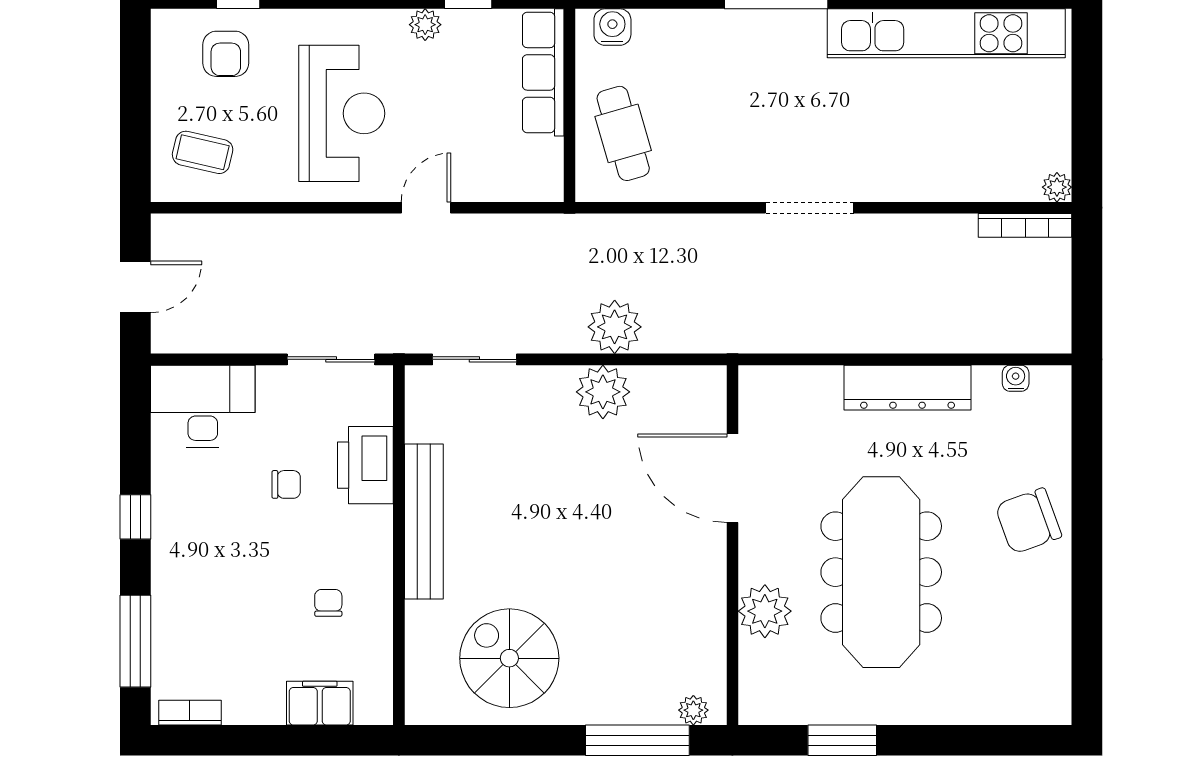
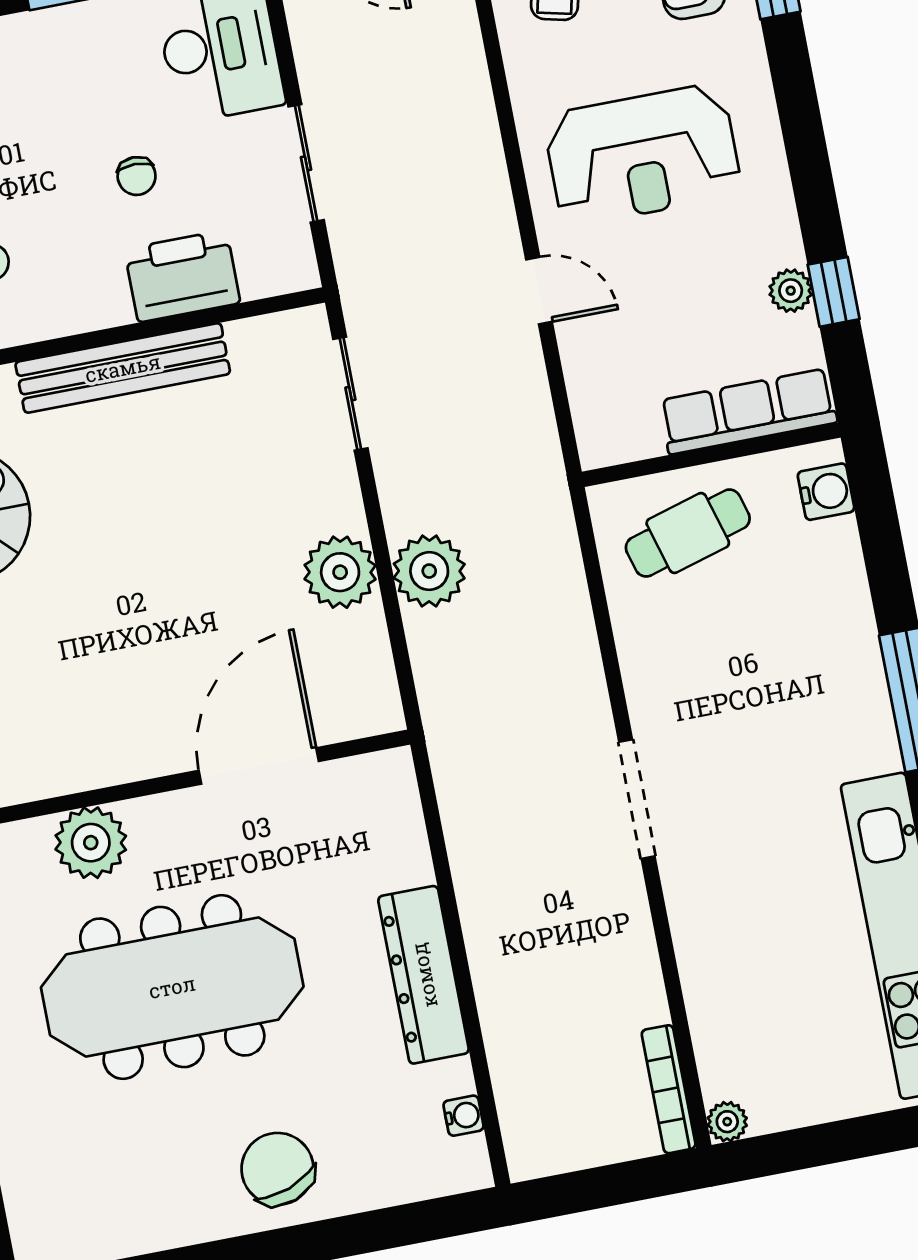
plant: (425, 25) -> (791, 291), moved
sliding door: (331, 359) -> (306, 163), moved

